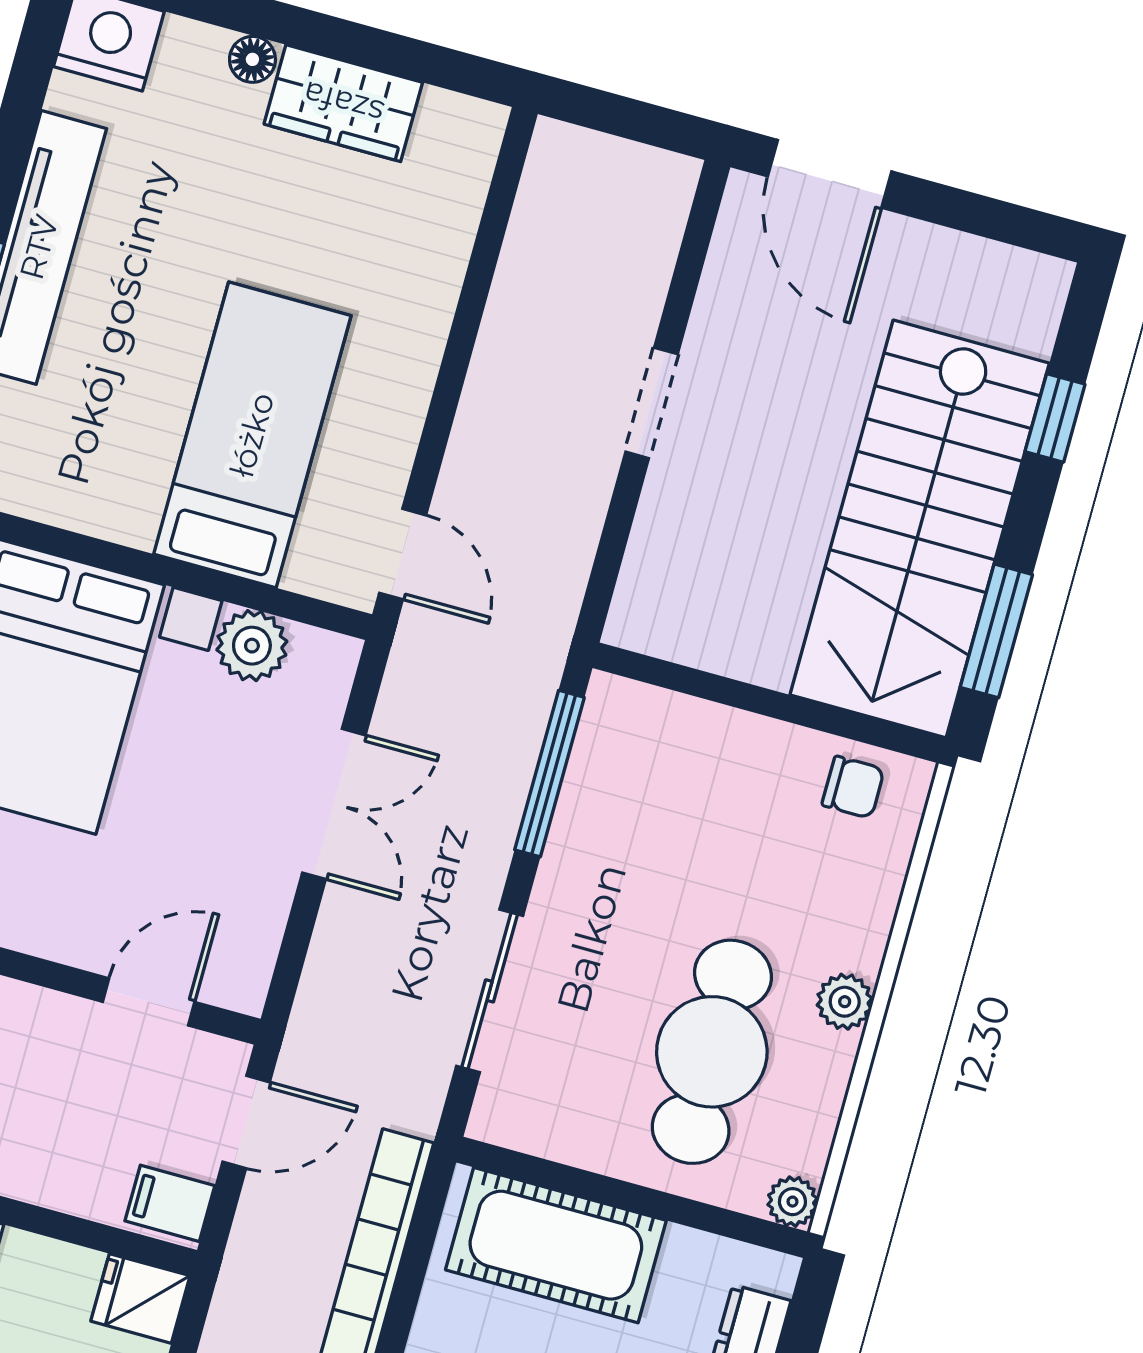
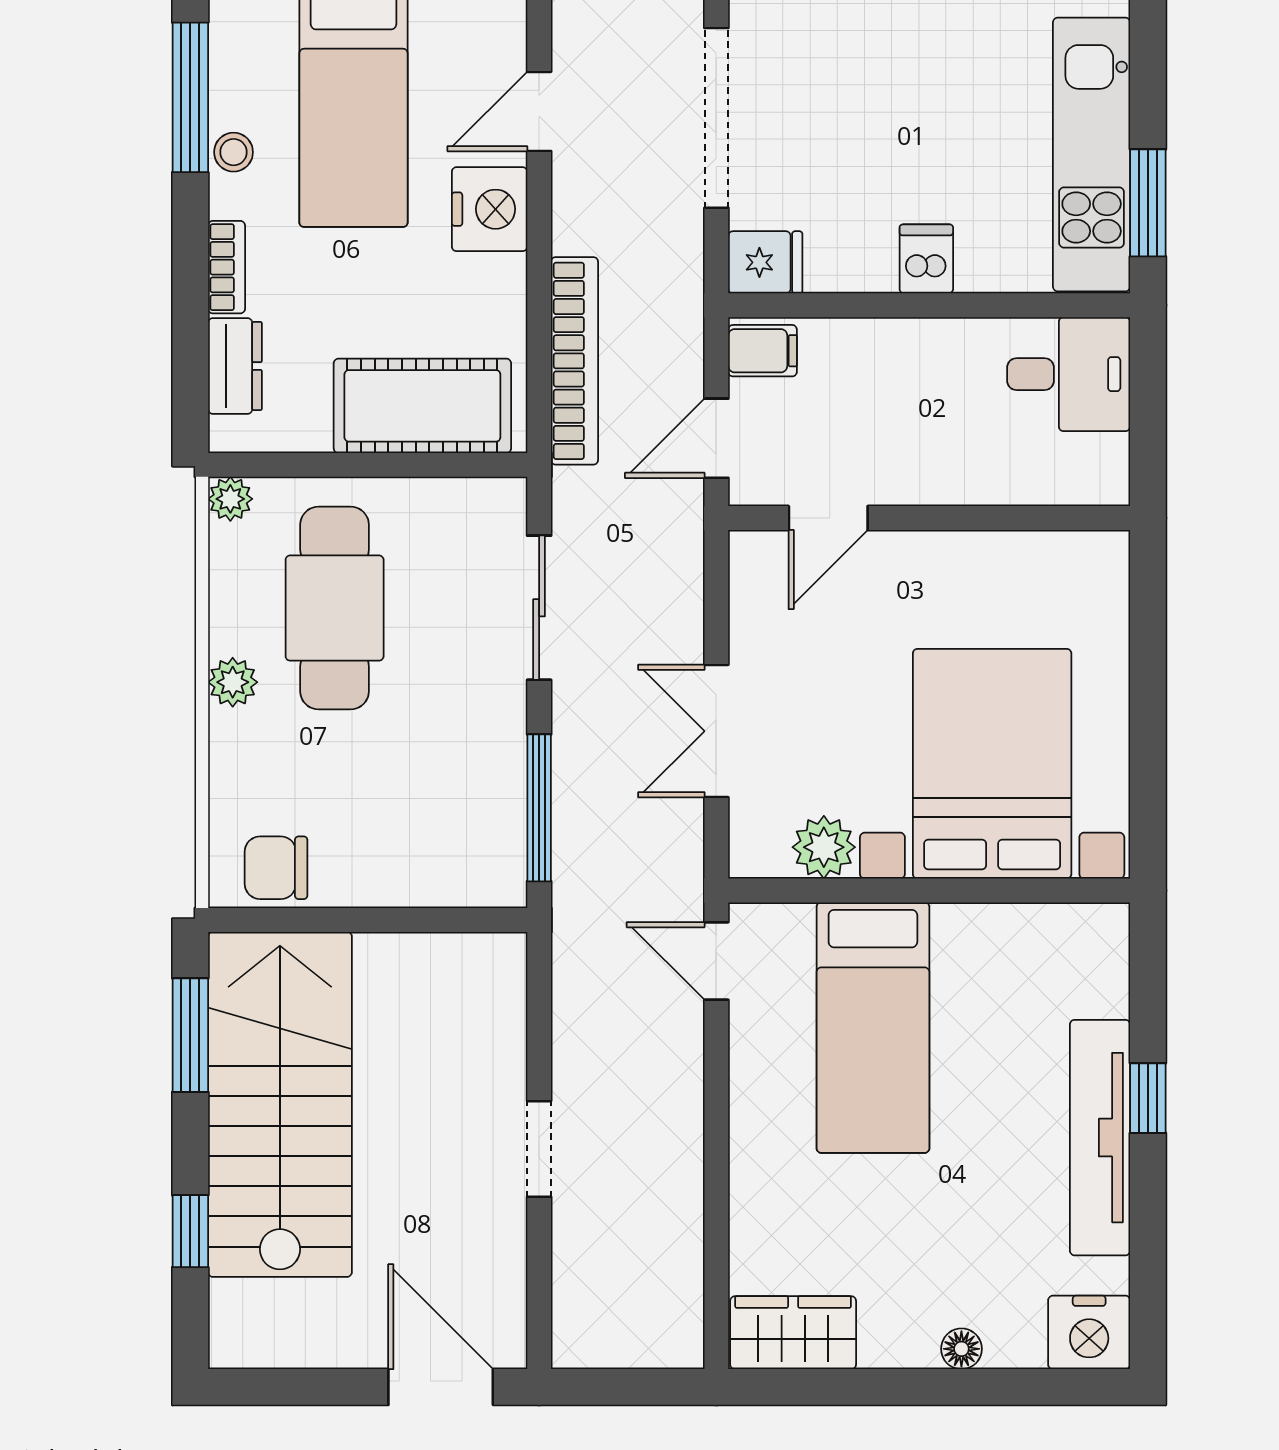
wardrobe: (343, 103) -> (793, 1333), moved
chair: (853, 787) -> (276, 868), width x1.37, depth x1.37

